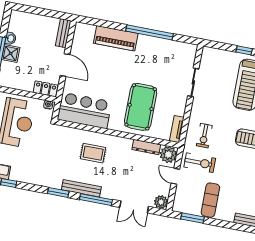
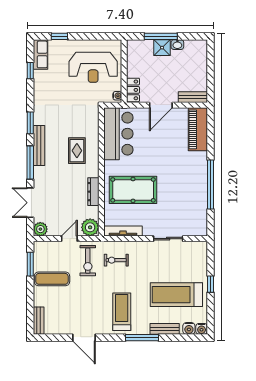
piano: (116, 38) -> (198, 129), moved
tv unit: (177, 129) -> (123, 231), width x1.41
dresser: (146, 147) -> (93, 192), moved

